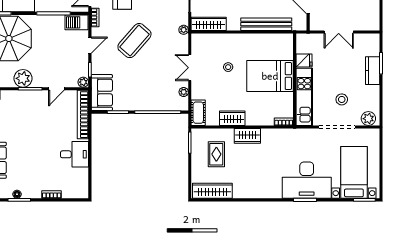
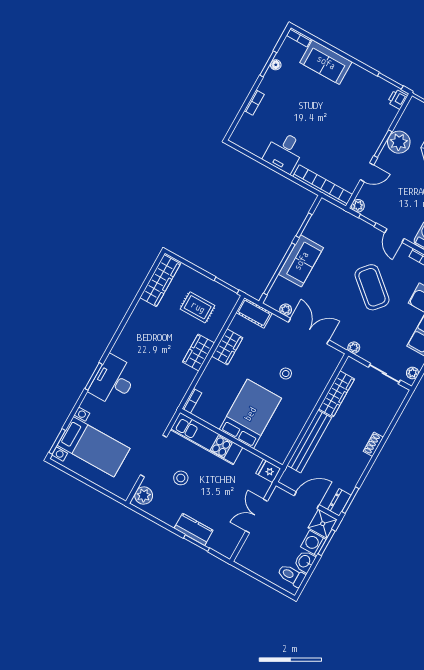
wardrobe: (209, 24) -> (337, 394), moved
fridge: (304, 61) -> (268, 471), moved, turned 90
double door: (190, 68) -> (309, 331), width x1.37
door: (56, 89) -> (367, 172), swing flipped
sofa: (102, 93) -> (301, 261), moved, turned -90
desk: (307, 180) -> (113, 381), width x0.73, depth x0.77

